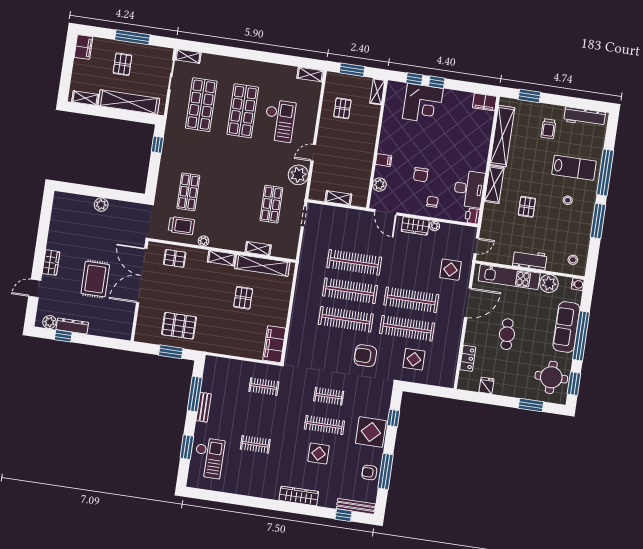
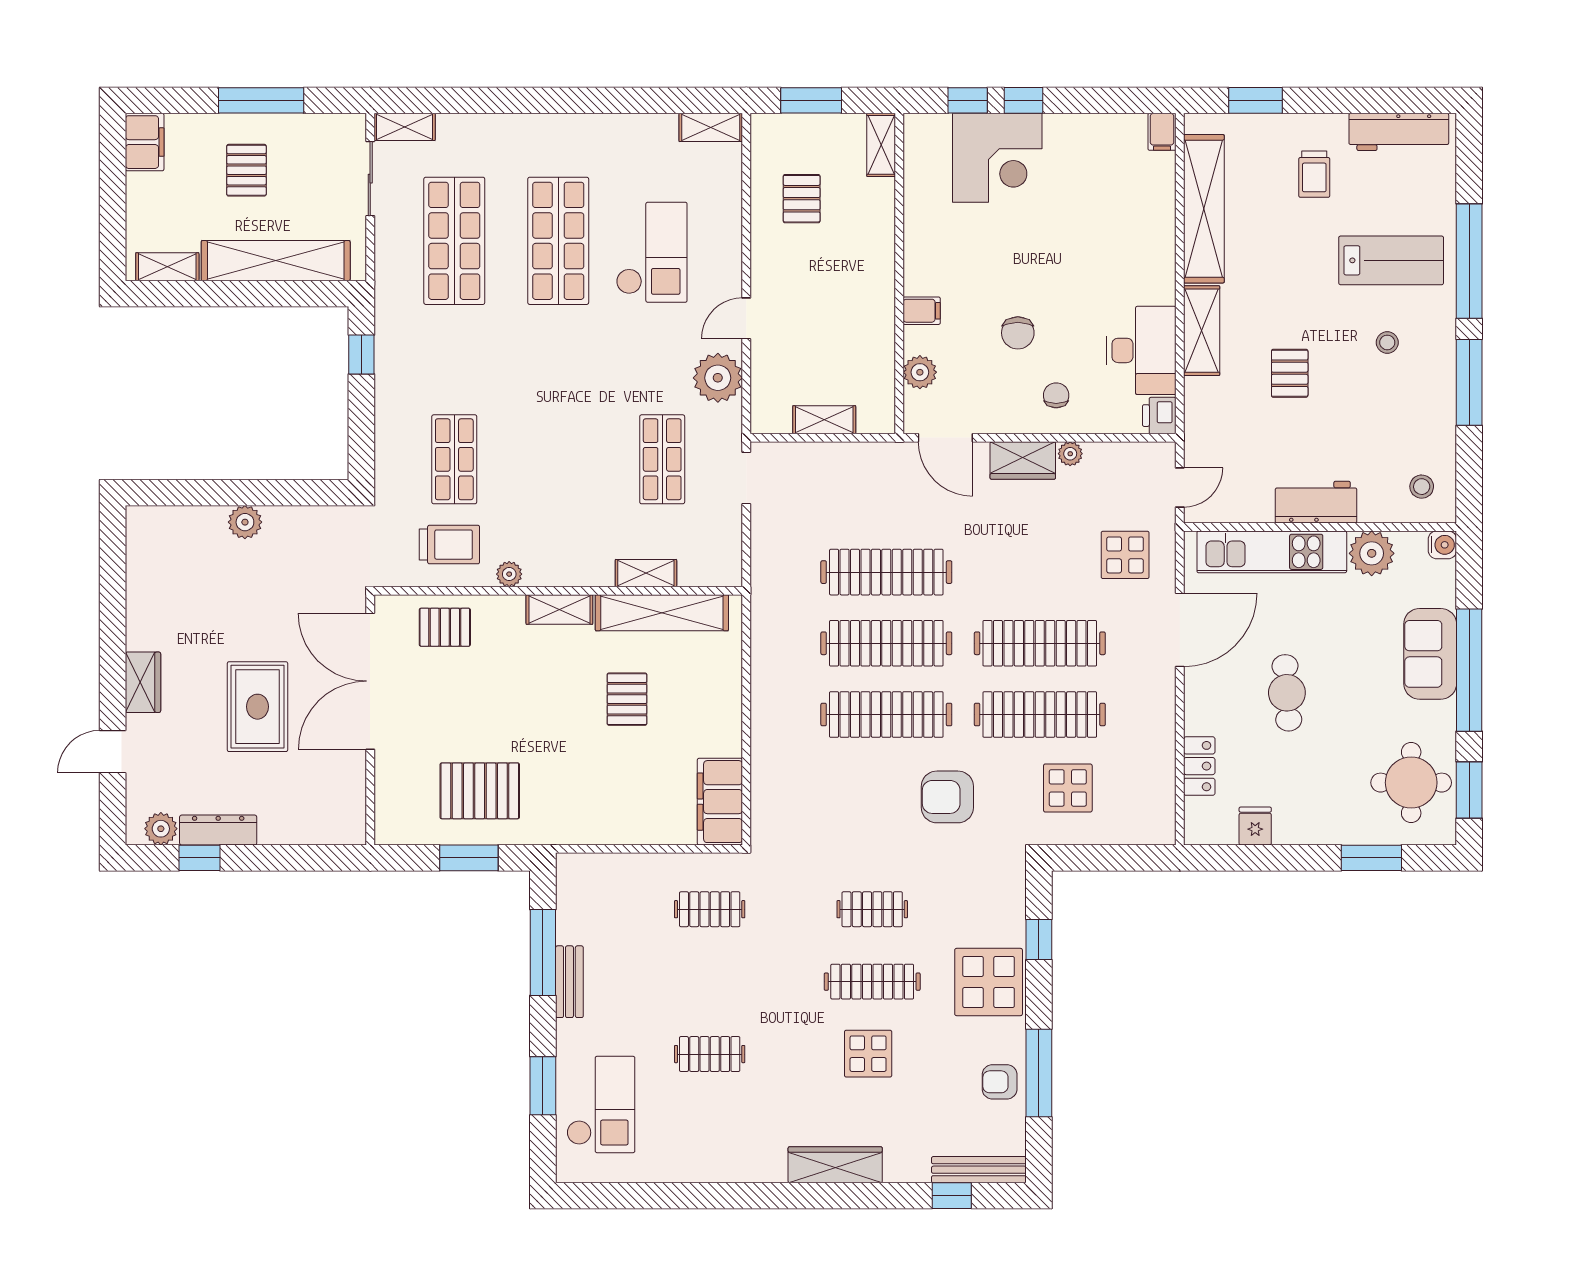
filing cabinet: (485, 102) -> (1162, 132), width x0.50
sofa: (566, 327) -> (1430, 654), width x0.73

